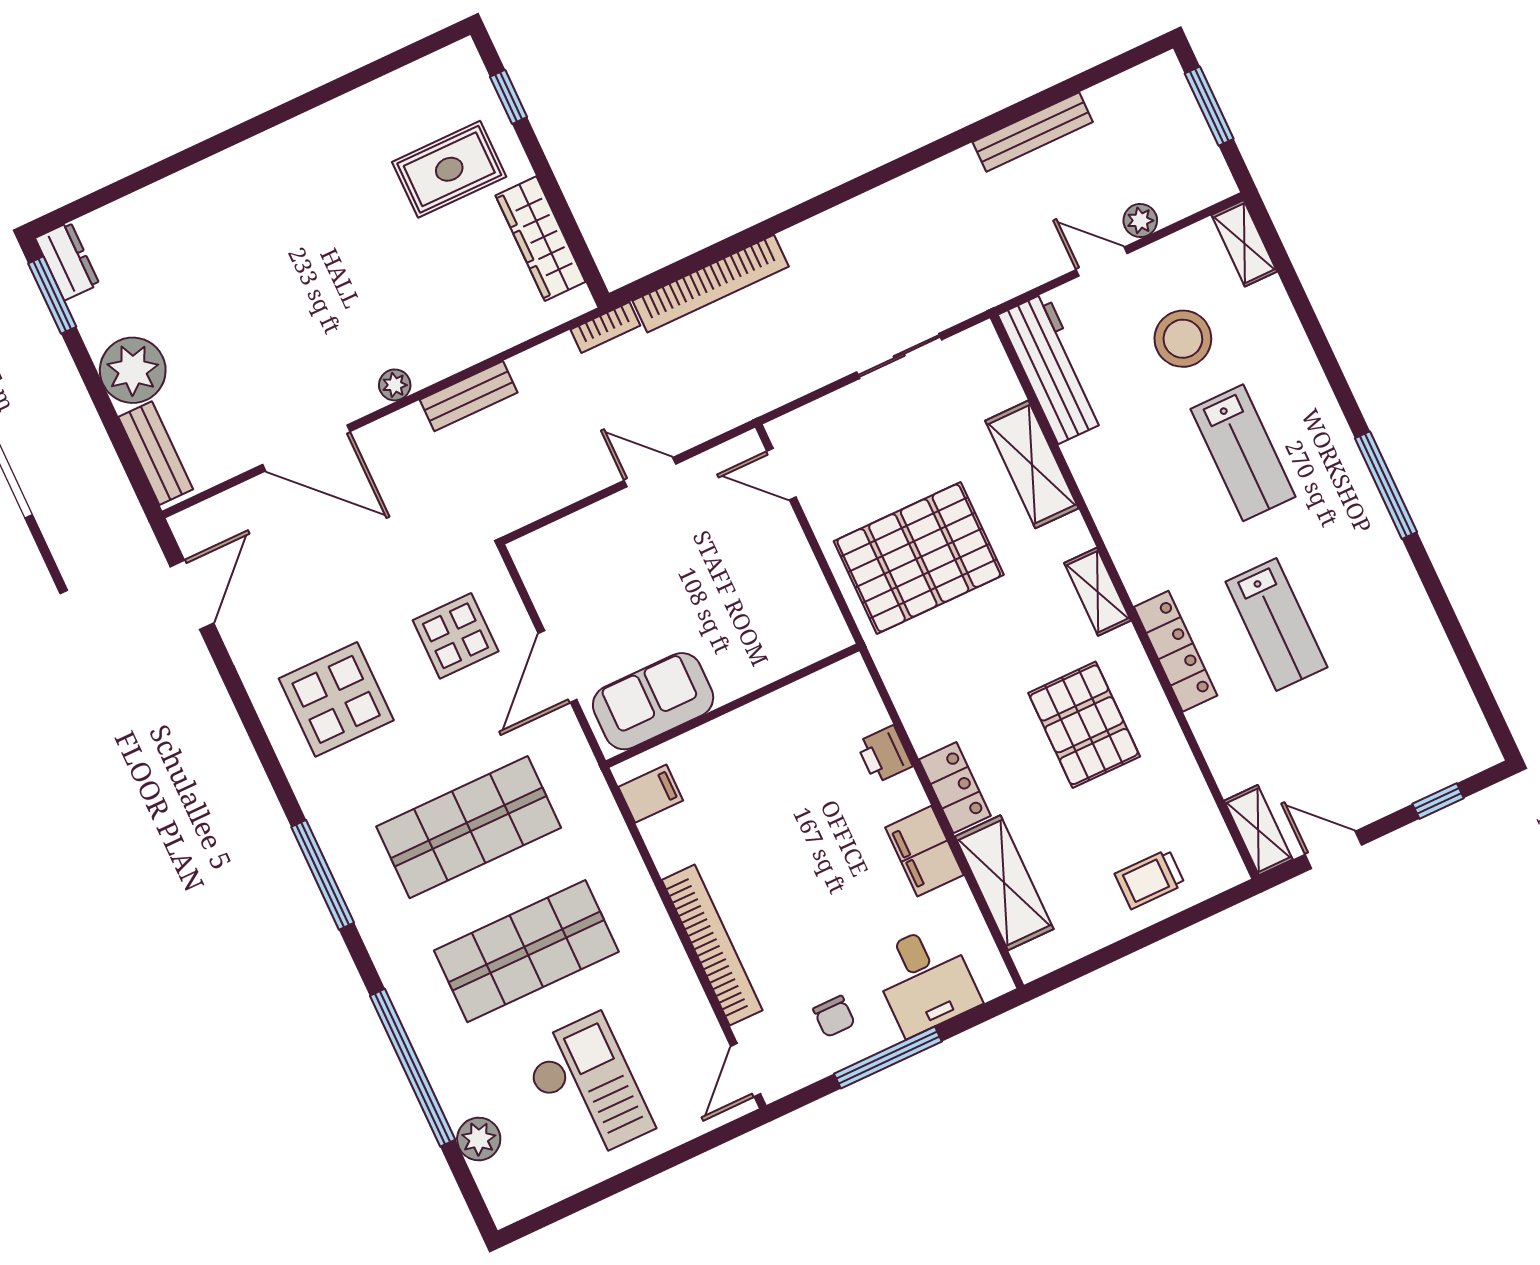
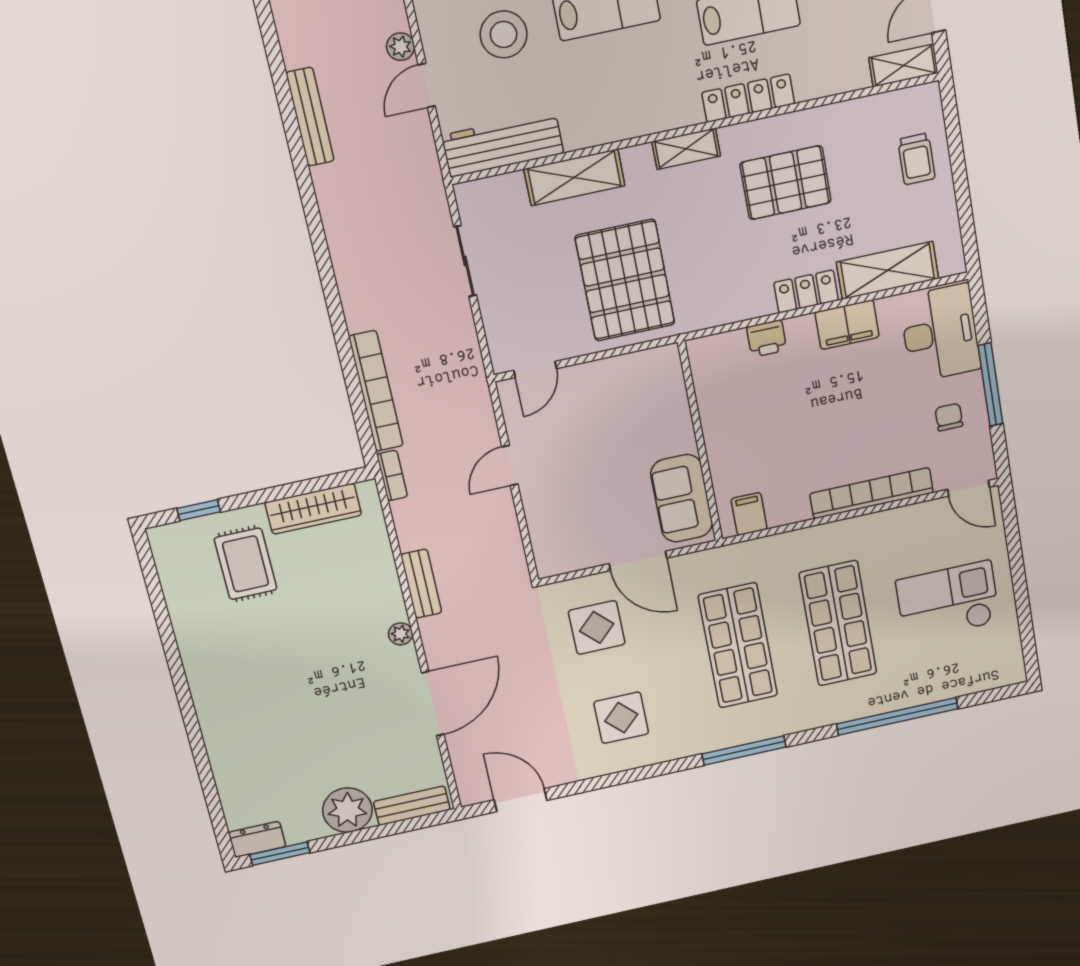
display table: (336, 699) -> (621, 718), width x0.73, depth x0.73
desk: (925, 980) -> (940, 333), width x1.37
chair: (834, 1016) -> (949, 417), turned -90
plant: (479, 1139) -> (961, 682), removed

